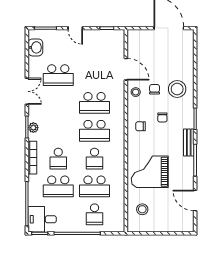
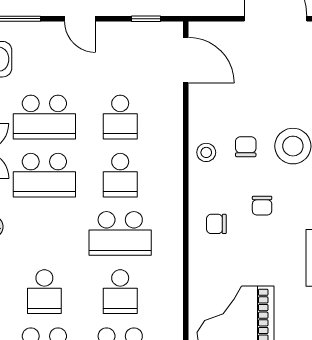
door: (126, 69) -> (186, 60), moved
school desk: (95, 75) -> (120, 117), added
school desk: (58, 103) -> (44, 175), added
school desk: (95, 103) -> (120, 175), width x0.54

